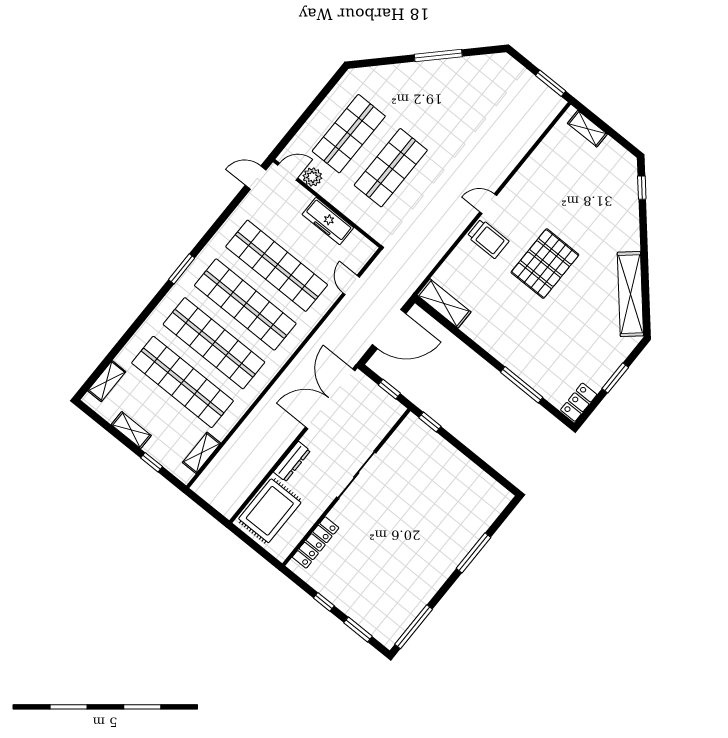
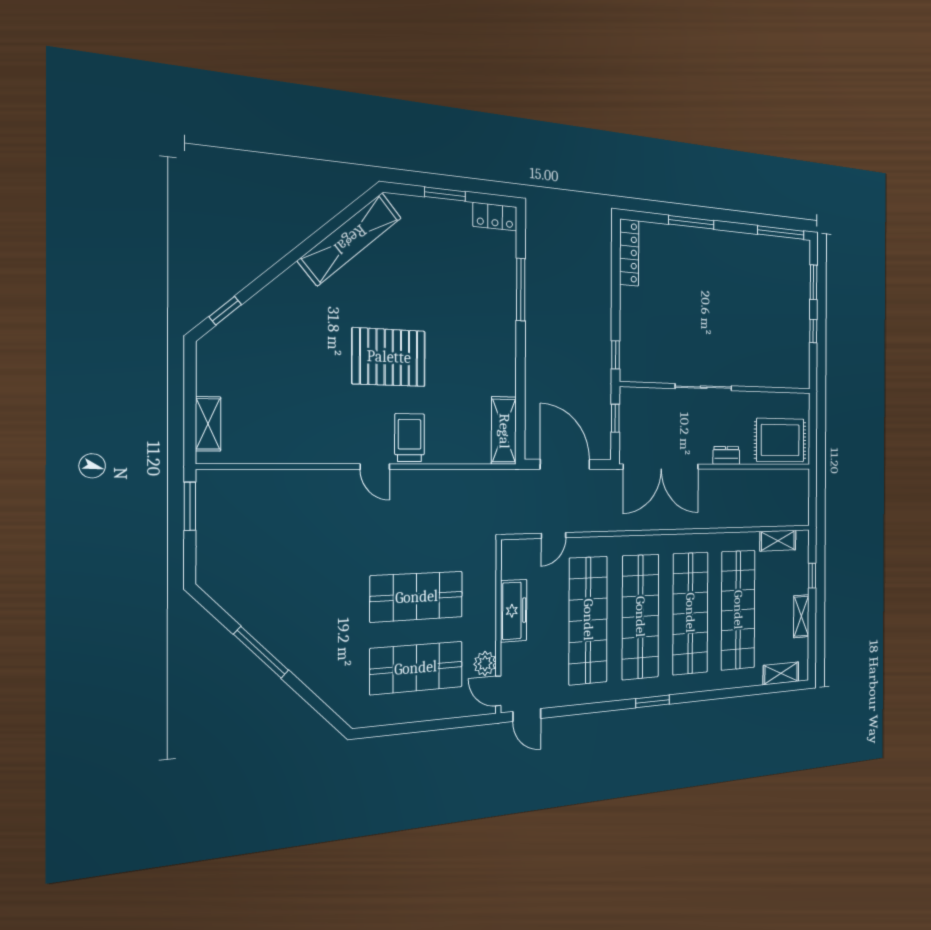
dresser: (292, 461) -> (726, 455), width x0.70
locker: (316, 542) -> (629, 253), moved, turned 90

